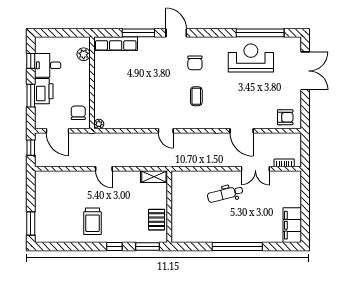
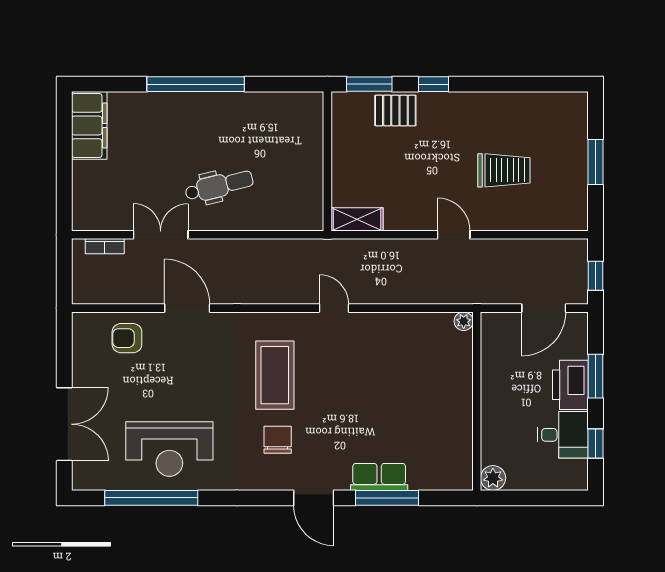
row of seats: (116, 44) -> (379, 477), moved, width x0.68
plant: (84, 54) -> (493, 478), moved
double door: (305, 71) -> (64, 424), swing flipped
coffee table: (196, 96) -> (275, 375), width x1.86, depth x1.72
chair: (78, 113) -> (504, 343), removed
armchair: (285, 117) -> (127, 338), moved
door: (57, 131) -> (544, 308), swing flipped
pallet: (157, 220) -> (395, 110), moved, turned 90
trolley: (92, 221) -> (504, 170), moved, turned 90
window: (31, 224) -> (595, 162), moved

